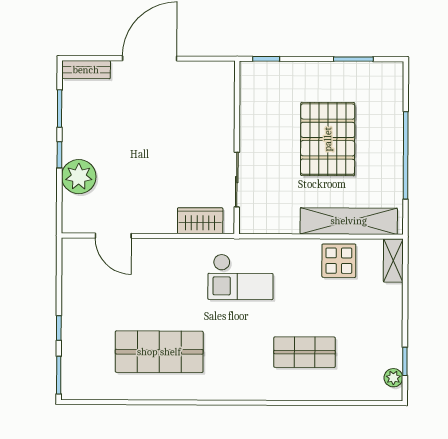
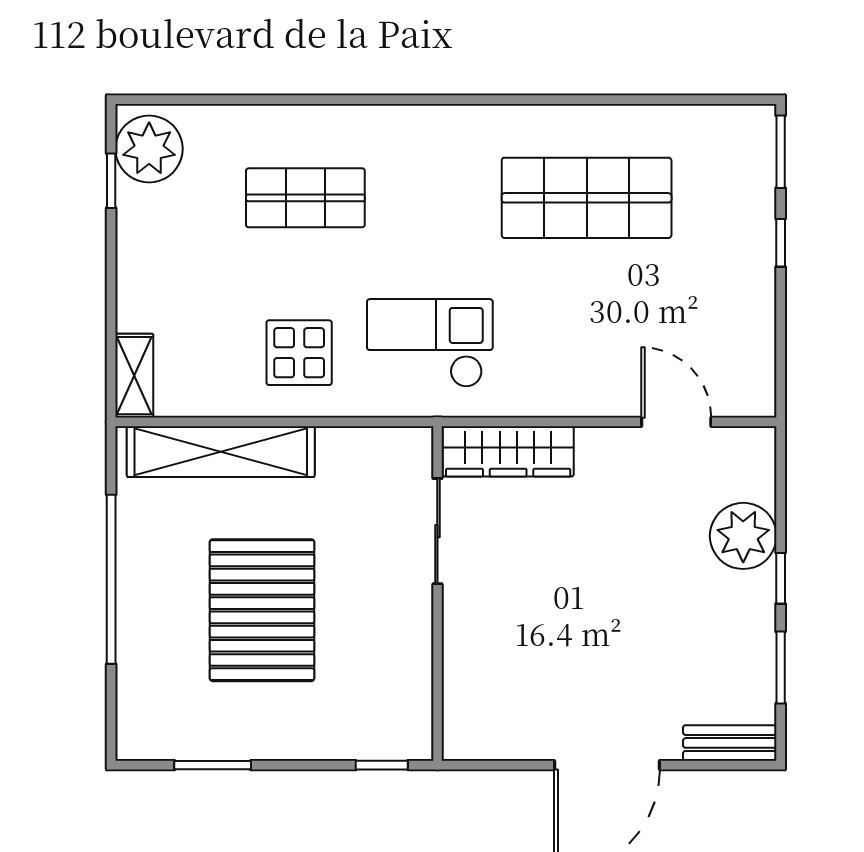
wardrobe: (200, 221) -> (508, 451), width x1.50
display table: (339, 261) -> (299, 353), moved
plant: (393, 378) -> (149, 149), width x1.87, depth x1.87

